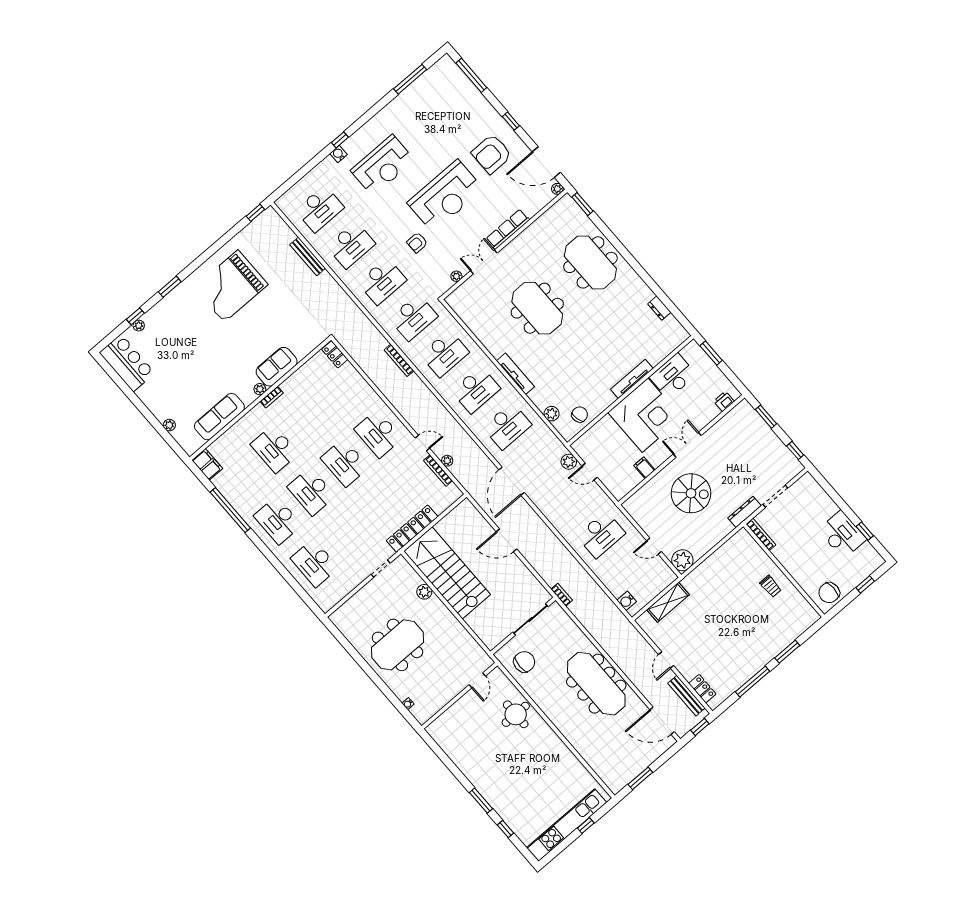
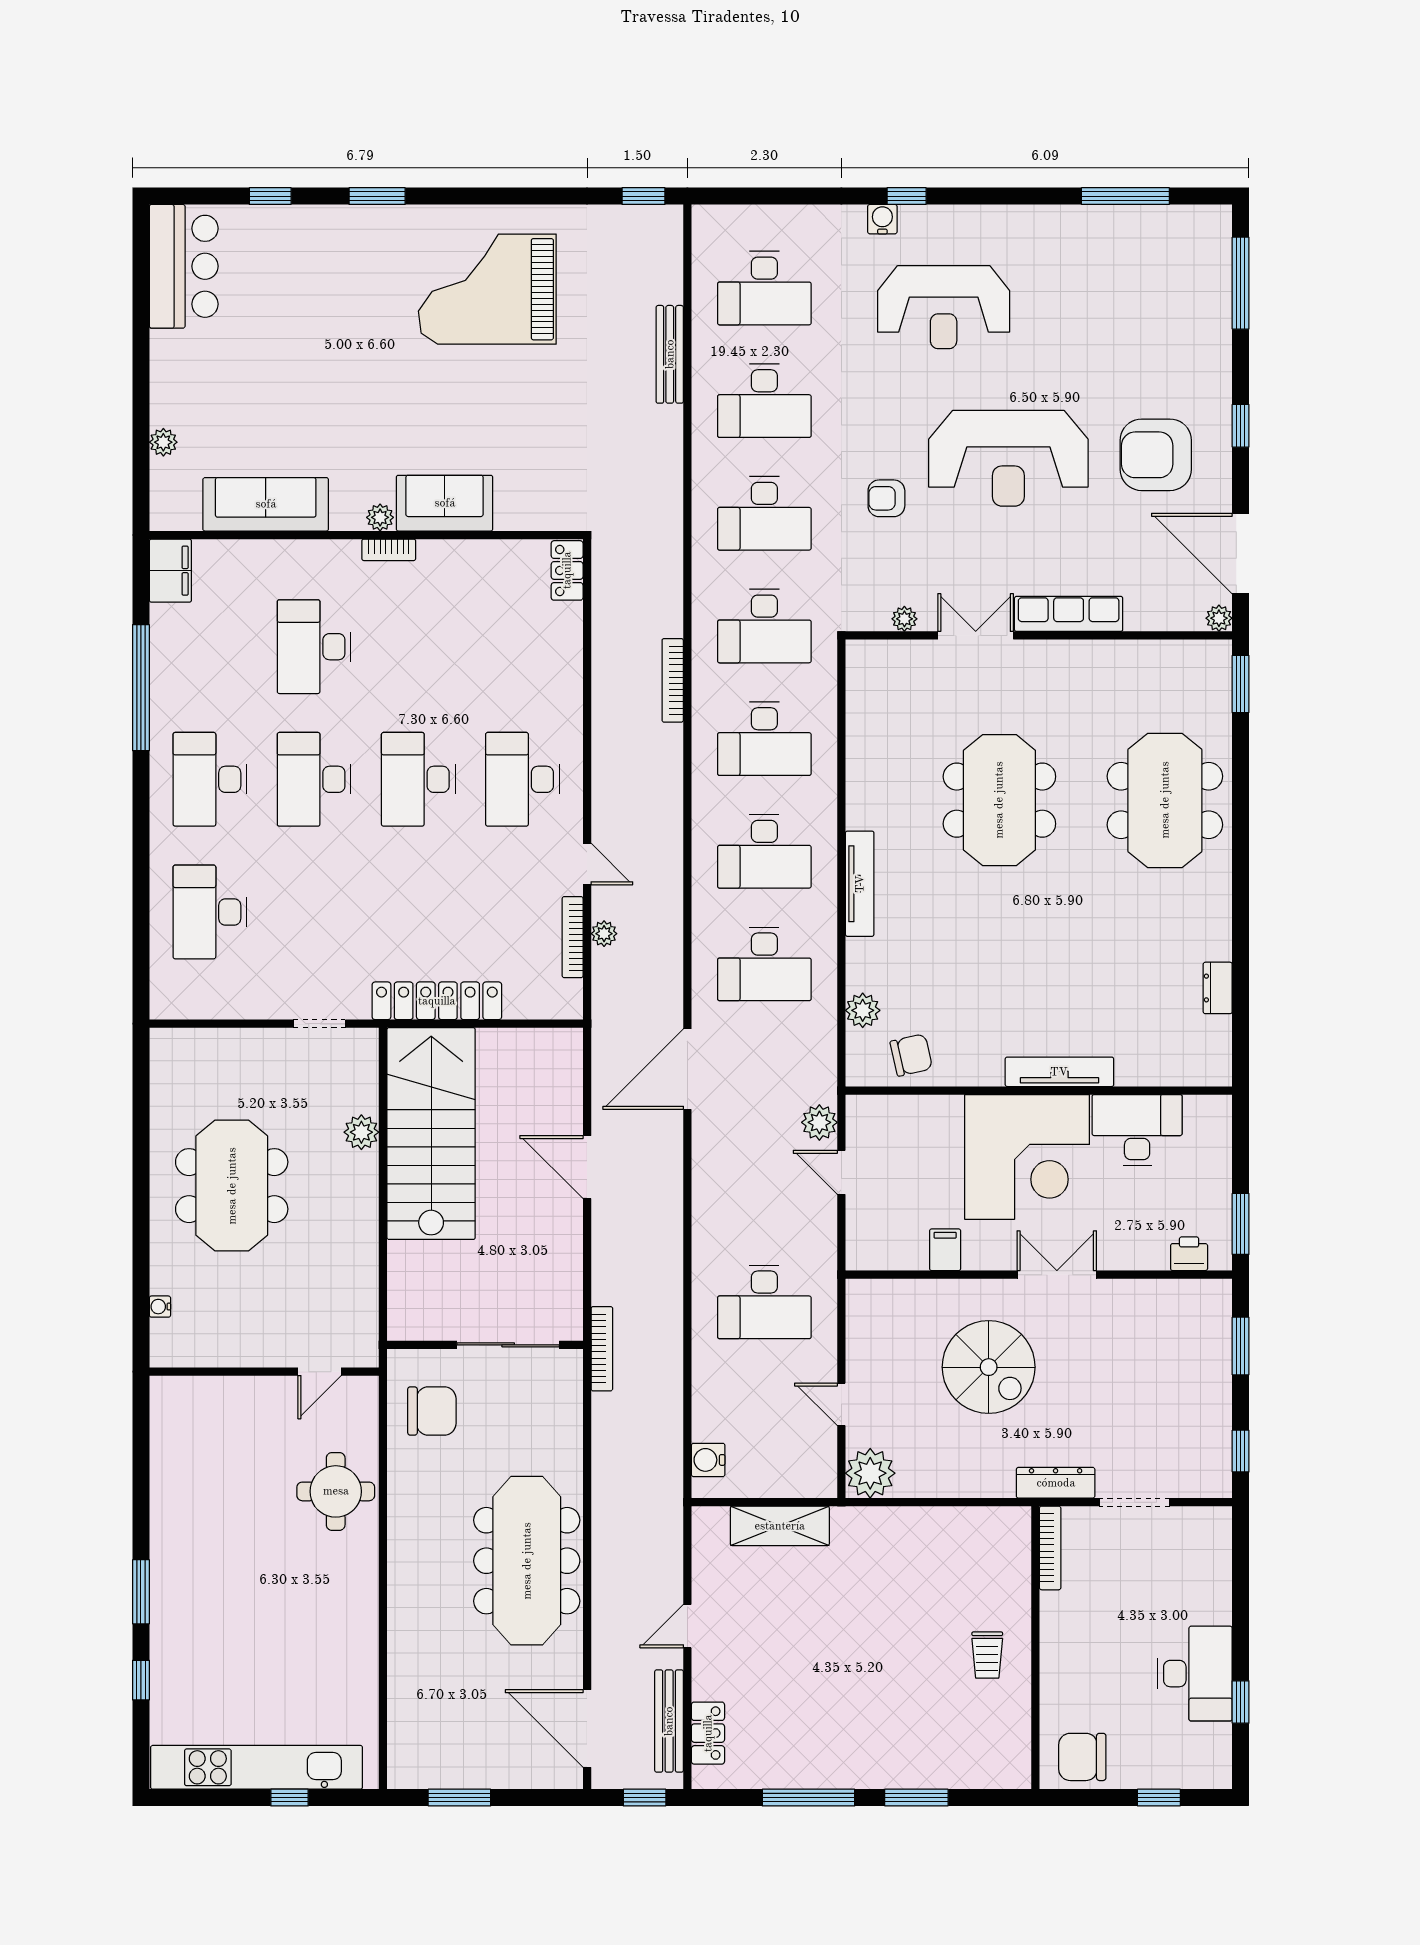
plant: (139, 326) -> (262, 218), removed
window: (711, 353) -> (1241, 1224), moved
bookcase: (562, 595) -> (602, 1349), width x1.56
meeting table: (397, 645) -> (232, 1186), turned 90

